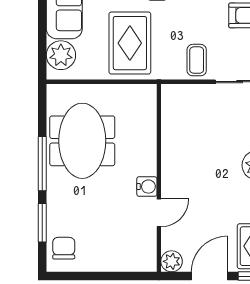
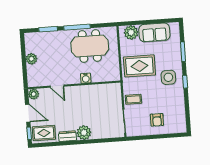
water cooler: (147, 187) -> (86, 78), moved
chair: (64, 248) -> (36, 41), removed
plant: (100, 261) -> (31, 59), added

